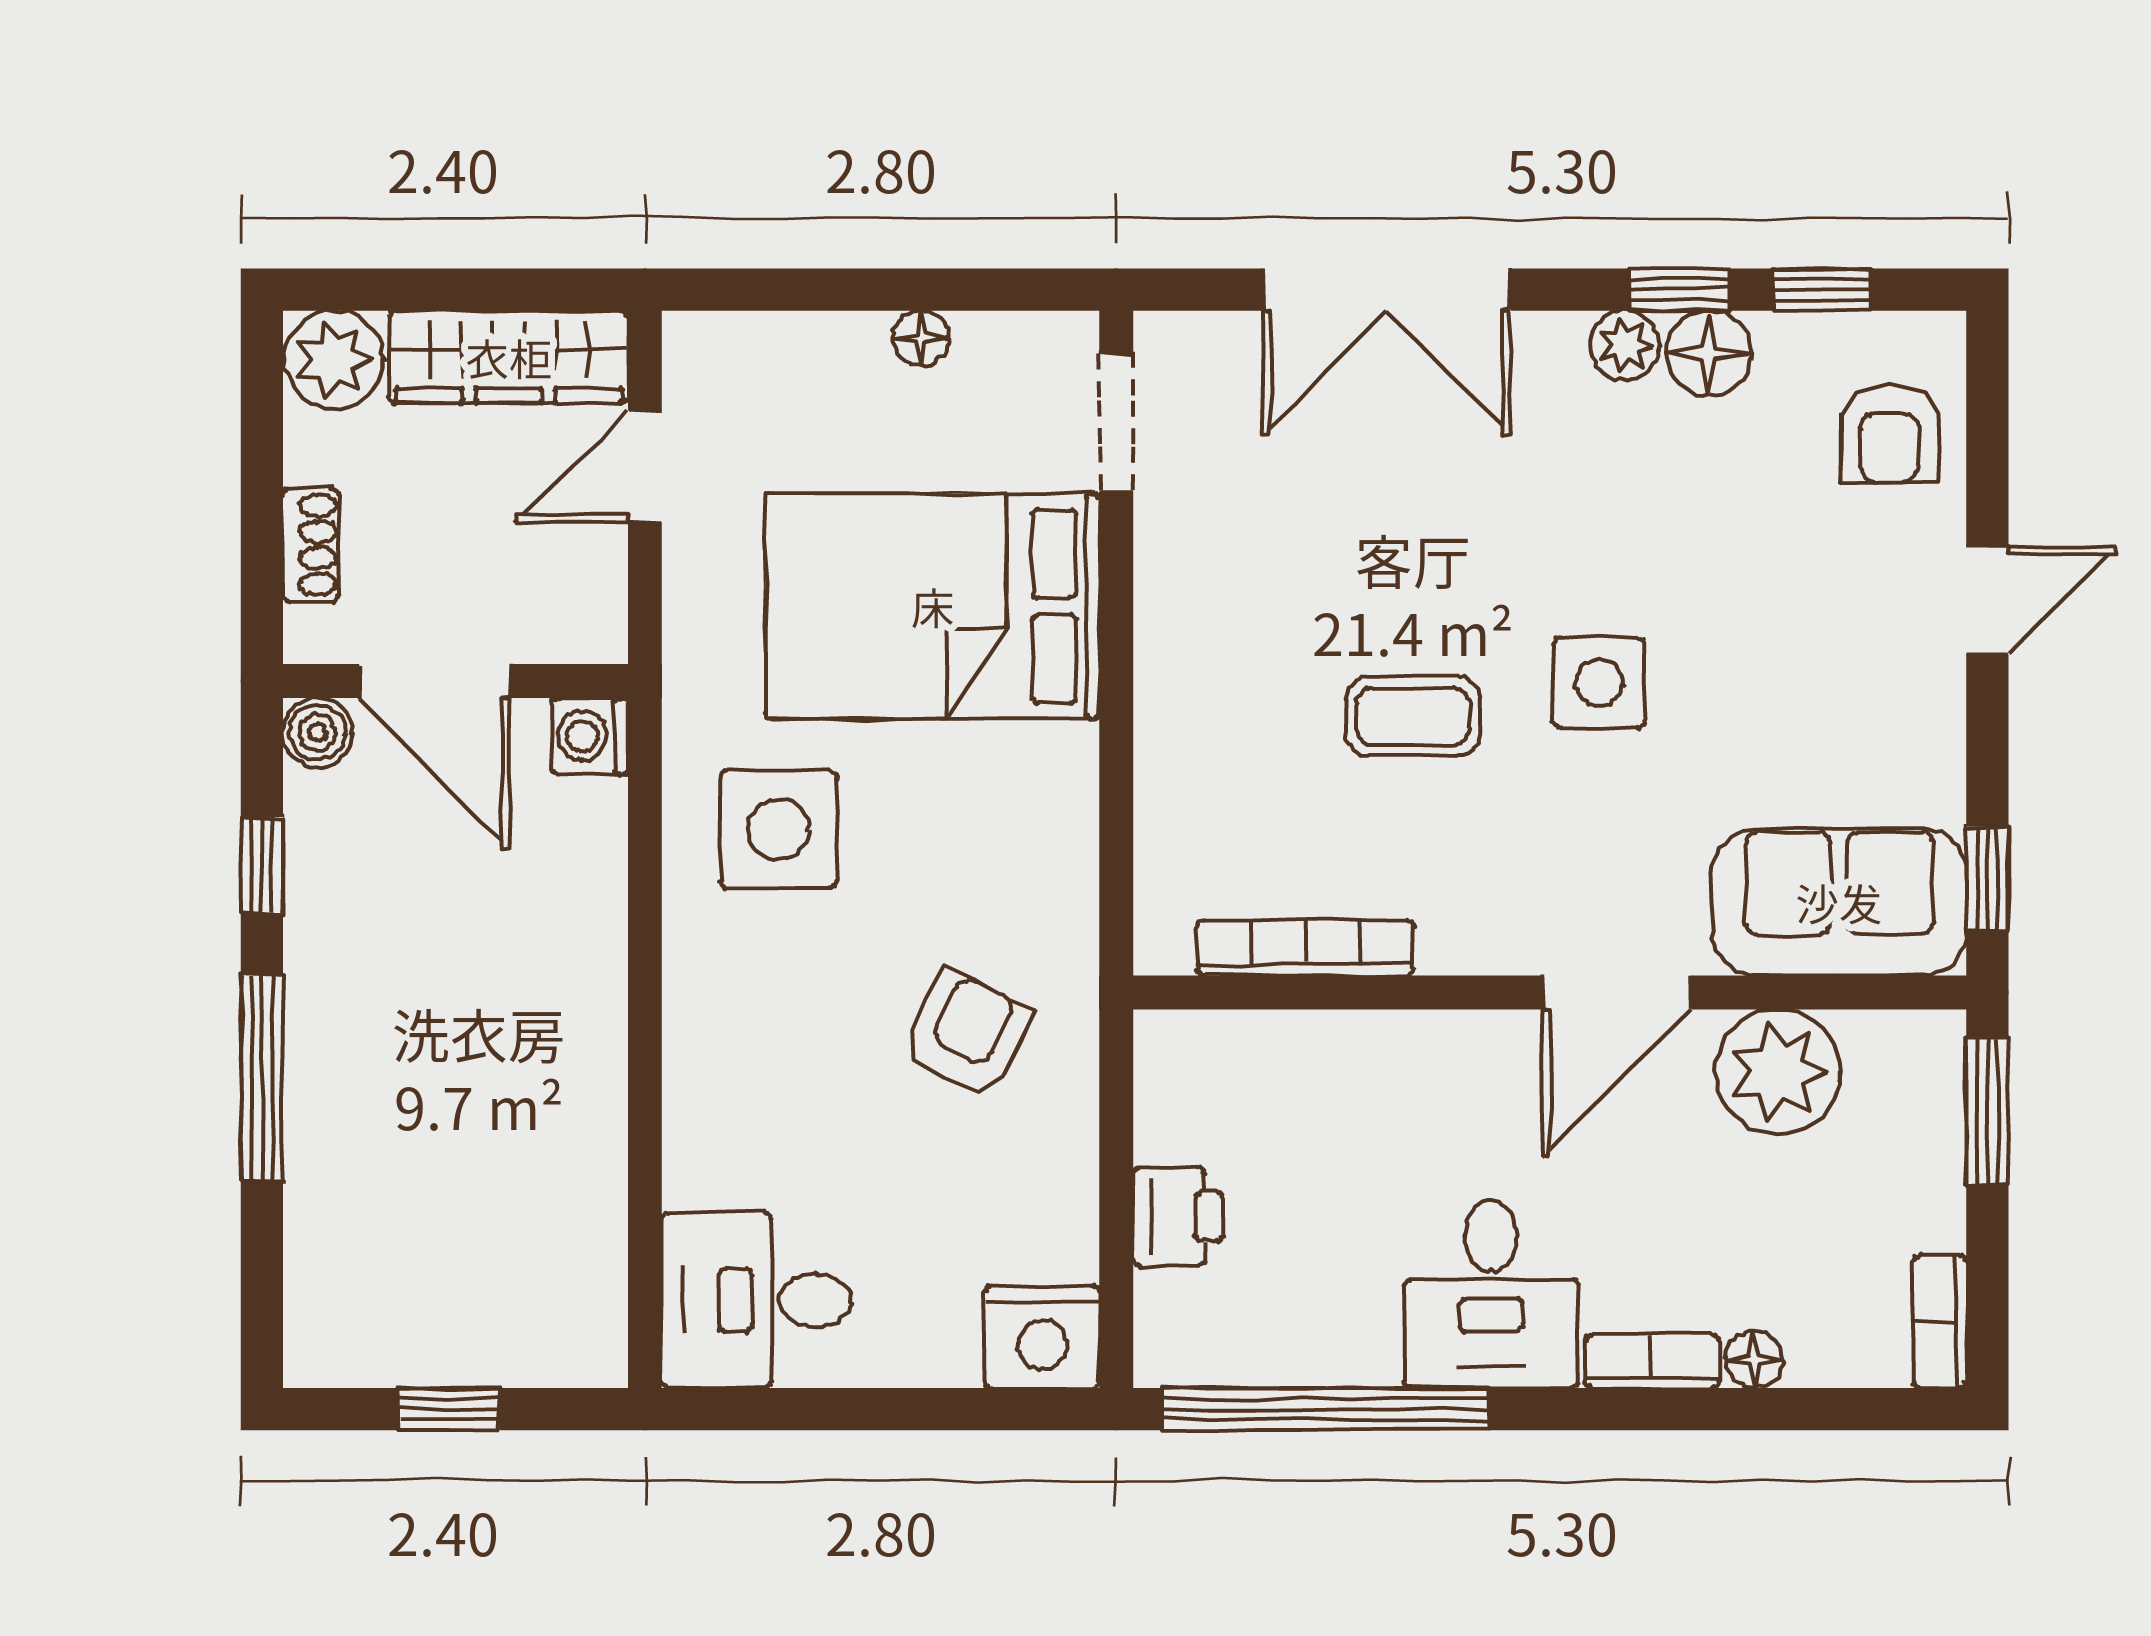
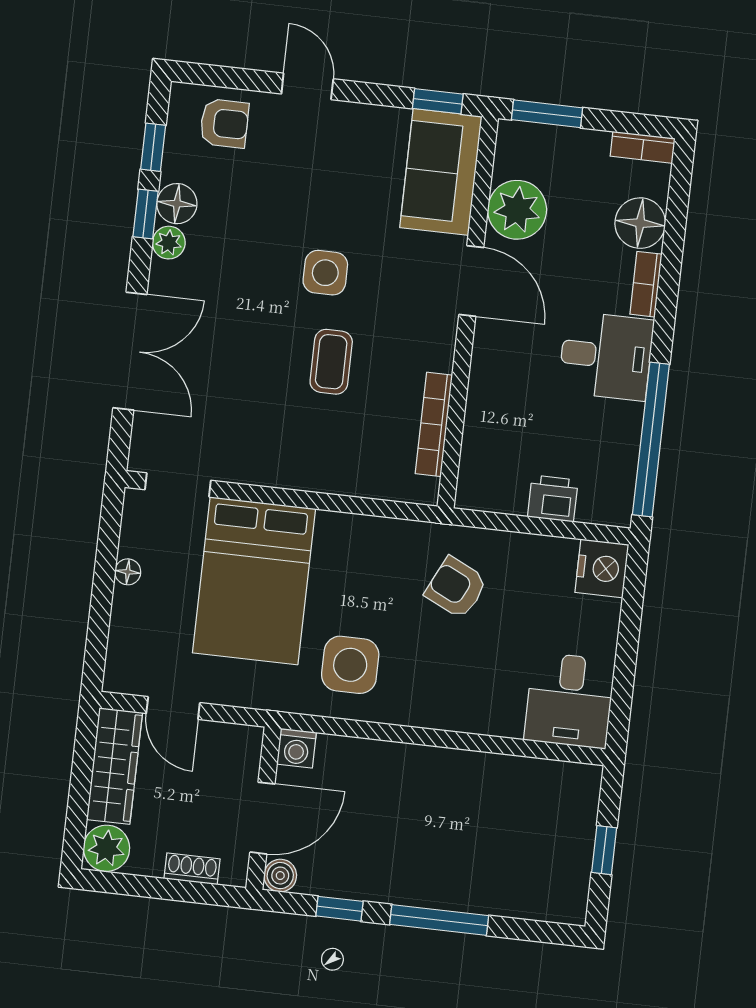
floor lamp: (1754, 1360) -> (640, 223), width x1.89, depth x1.89

